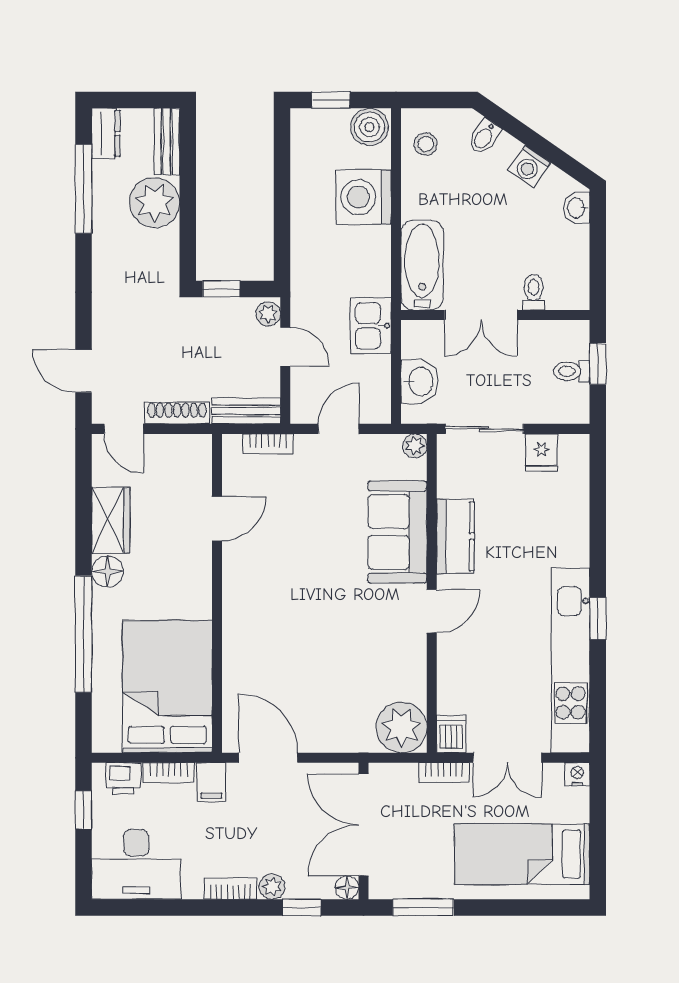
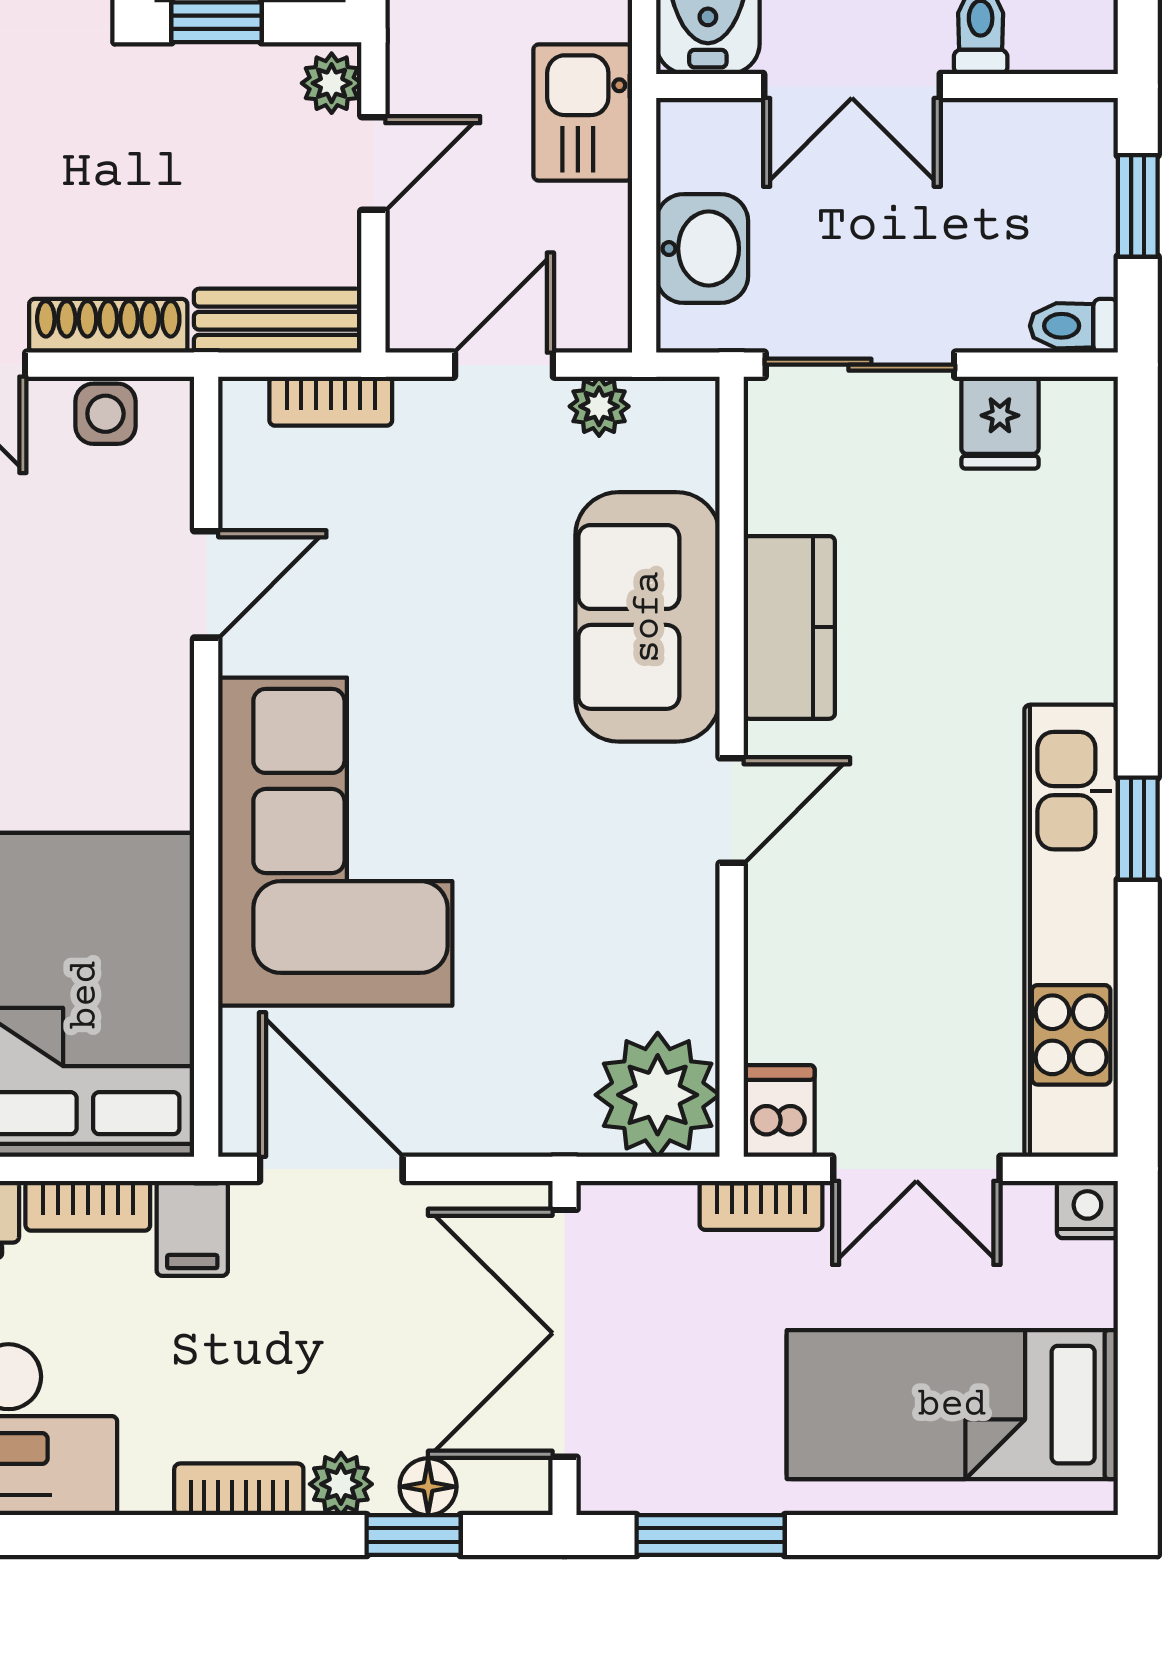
door: (285, 347) -> (373, 164), hinge flipped
toilet: (572, 371) -> (1074, 326), moved
plant: (415, 446) -> (599, 406), moved
side table: (176, 449) -> (105, 414), added
corner sofa: (270, 624) -> (335, 842), added
floor lamp: (347, 888) -> (428, 1487), moved

